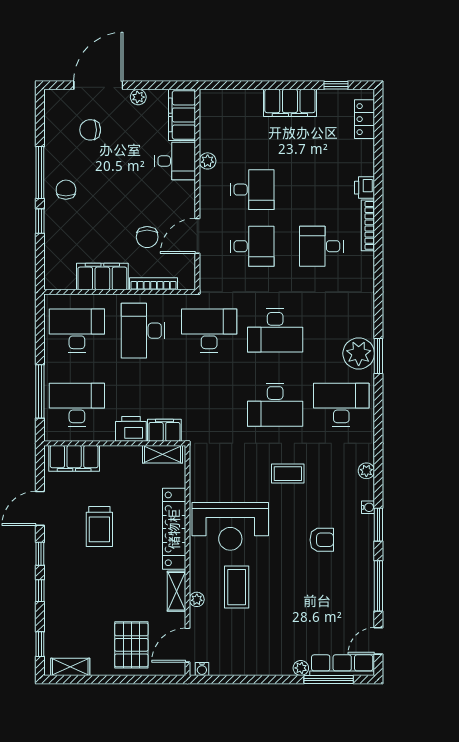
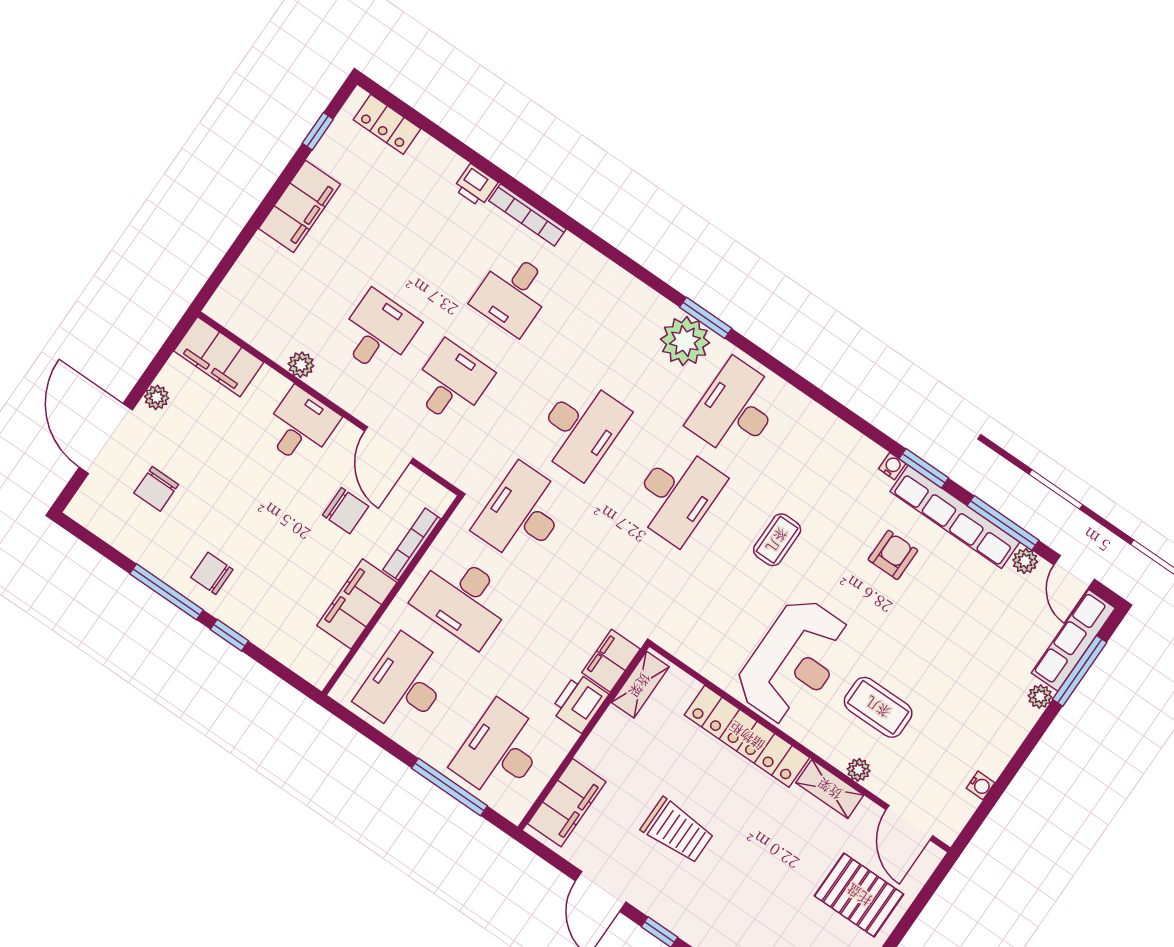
desk: (175, 161) -> (301, 426), moved
plant: (366, 471) -> (1025, 561), moved
row of seats: (364, 558) -> (955, 517), added
water cooler: (202, 669) -> (981, 785), moved

